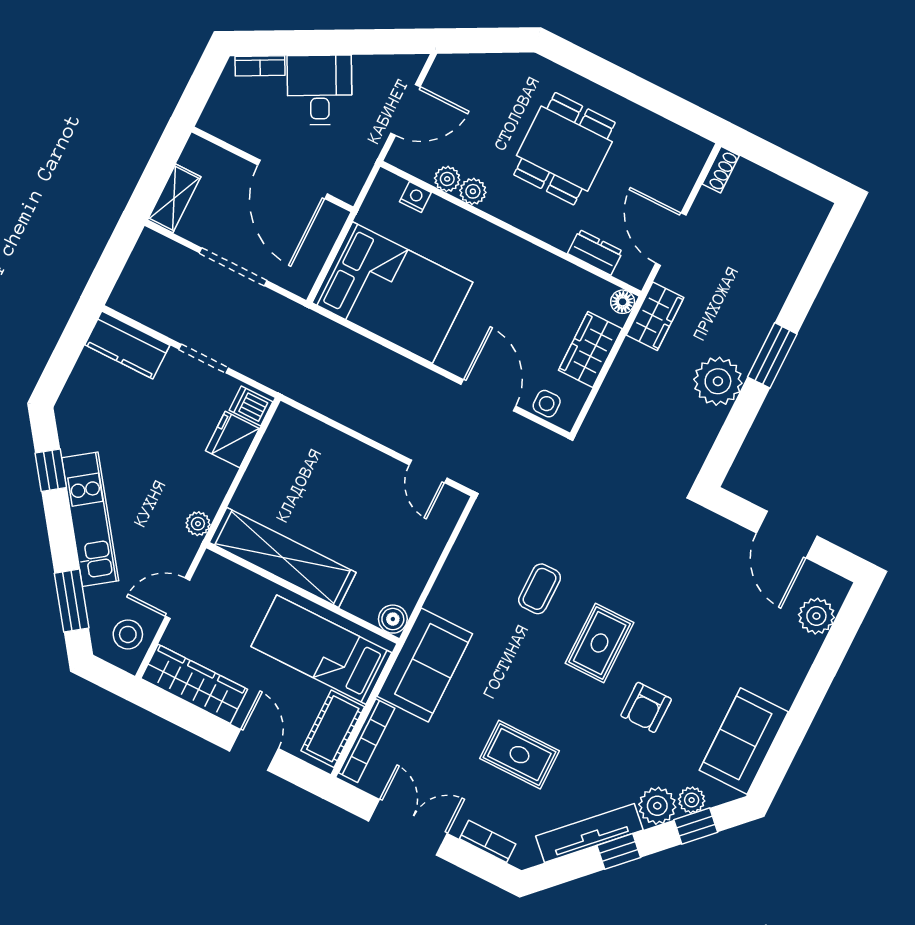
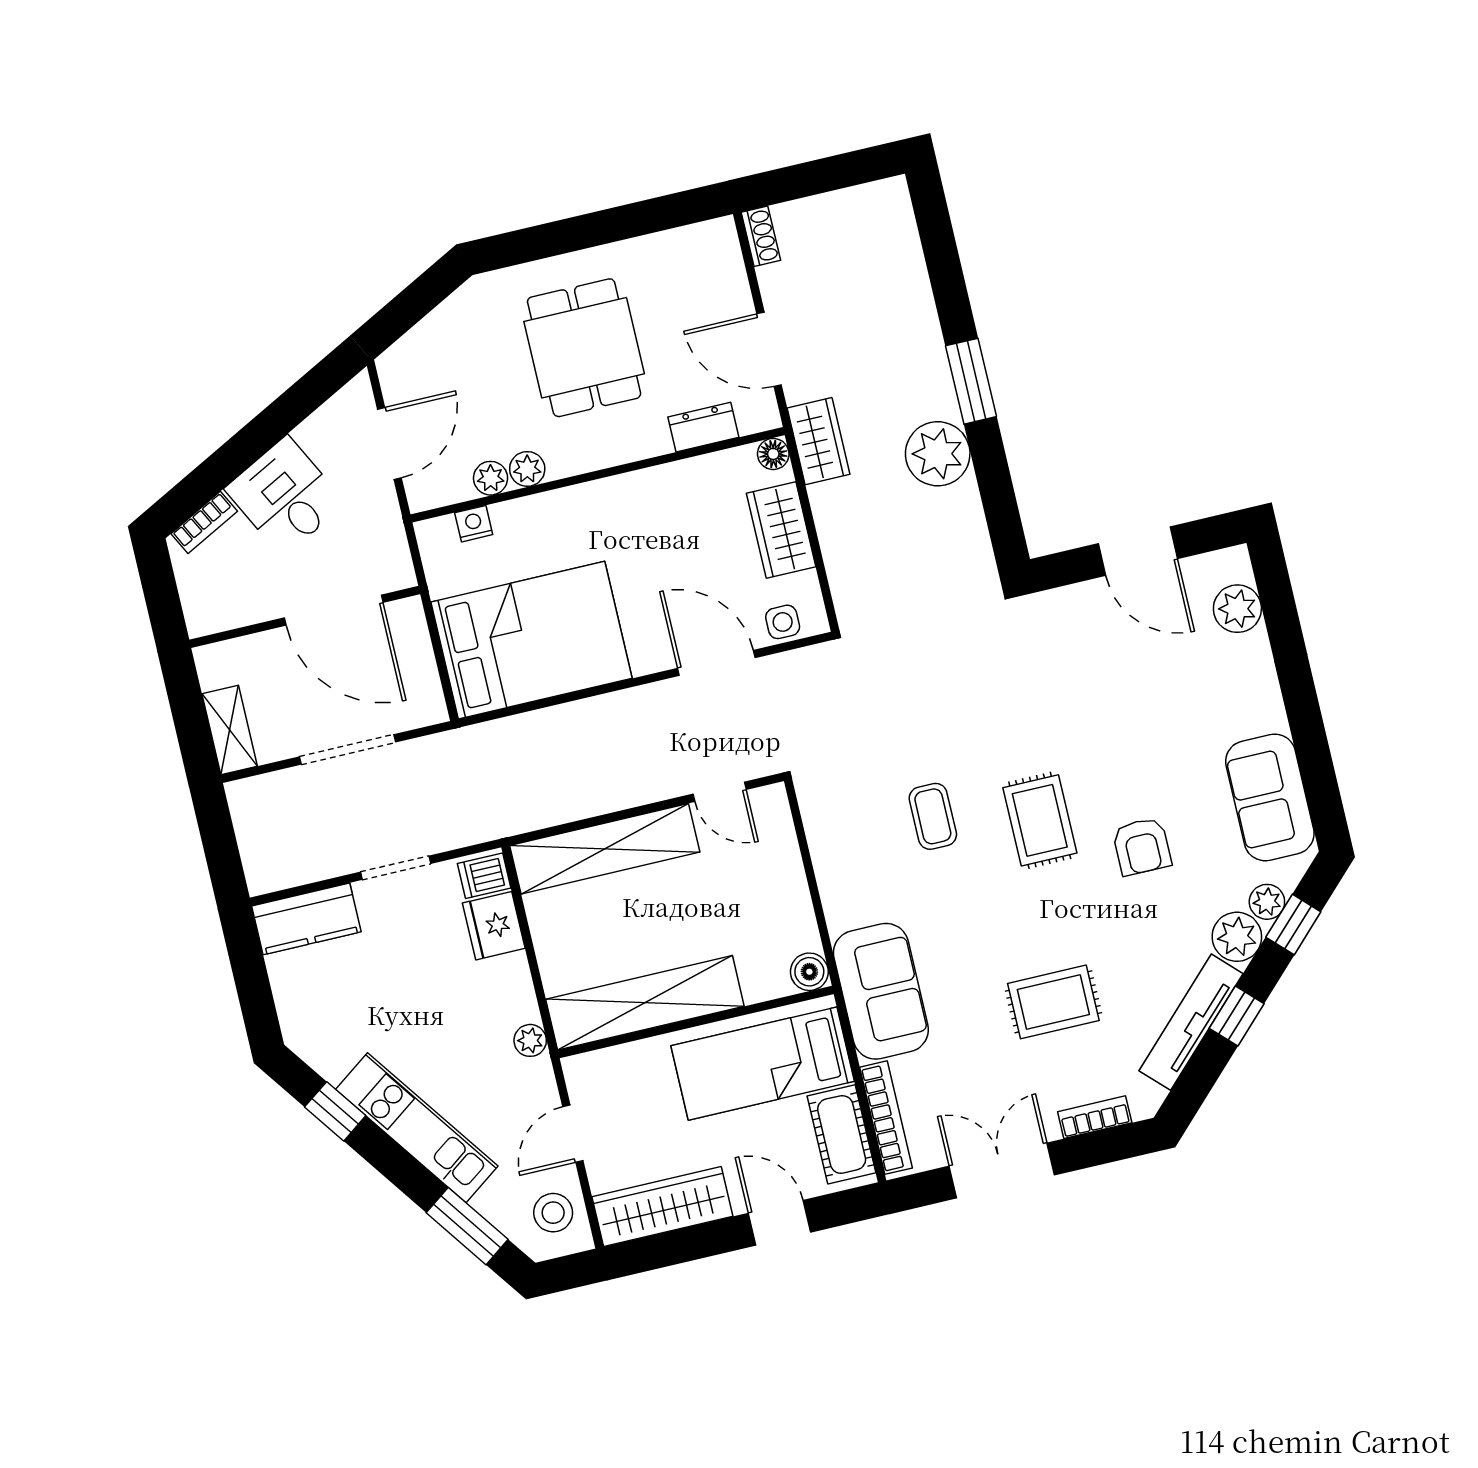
shelving: (334, 449) -> (605, 849), added

